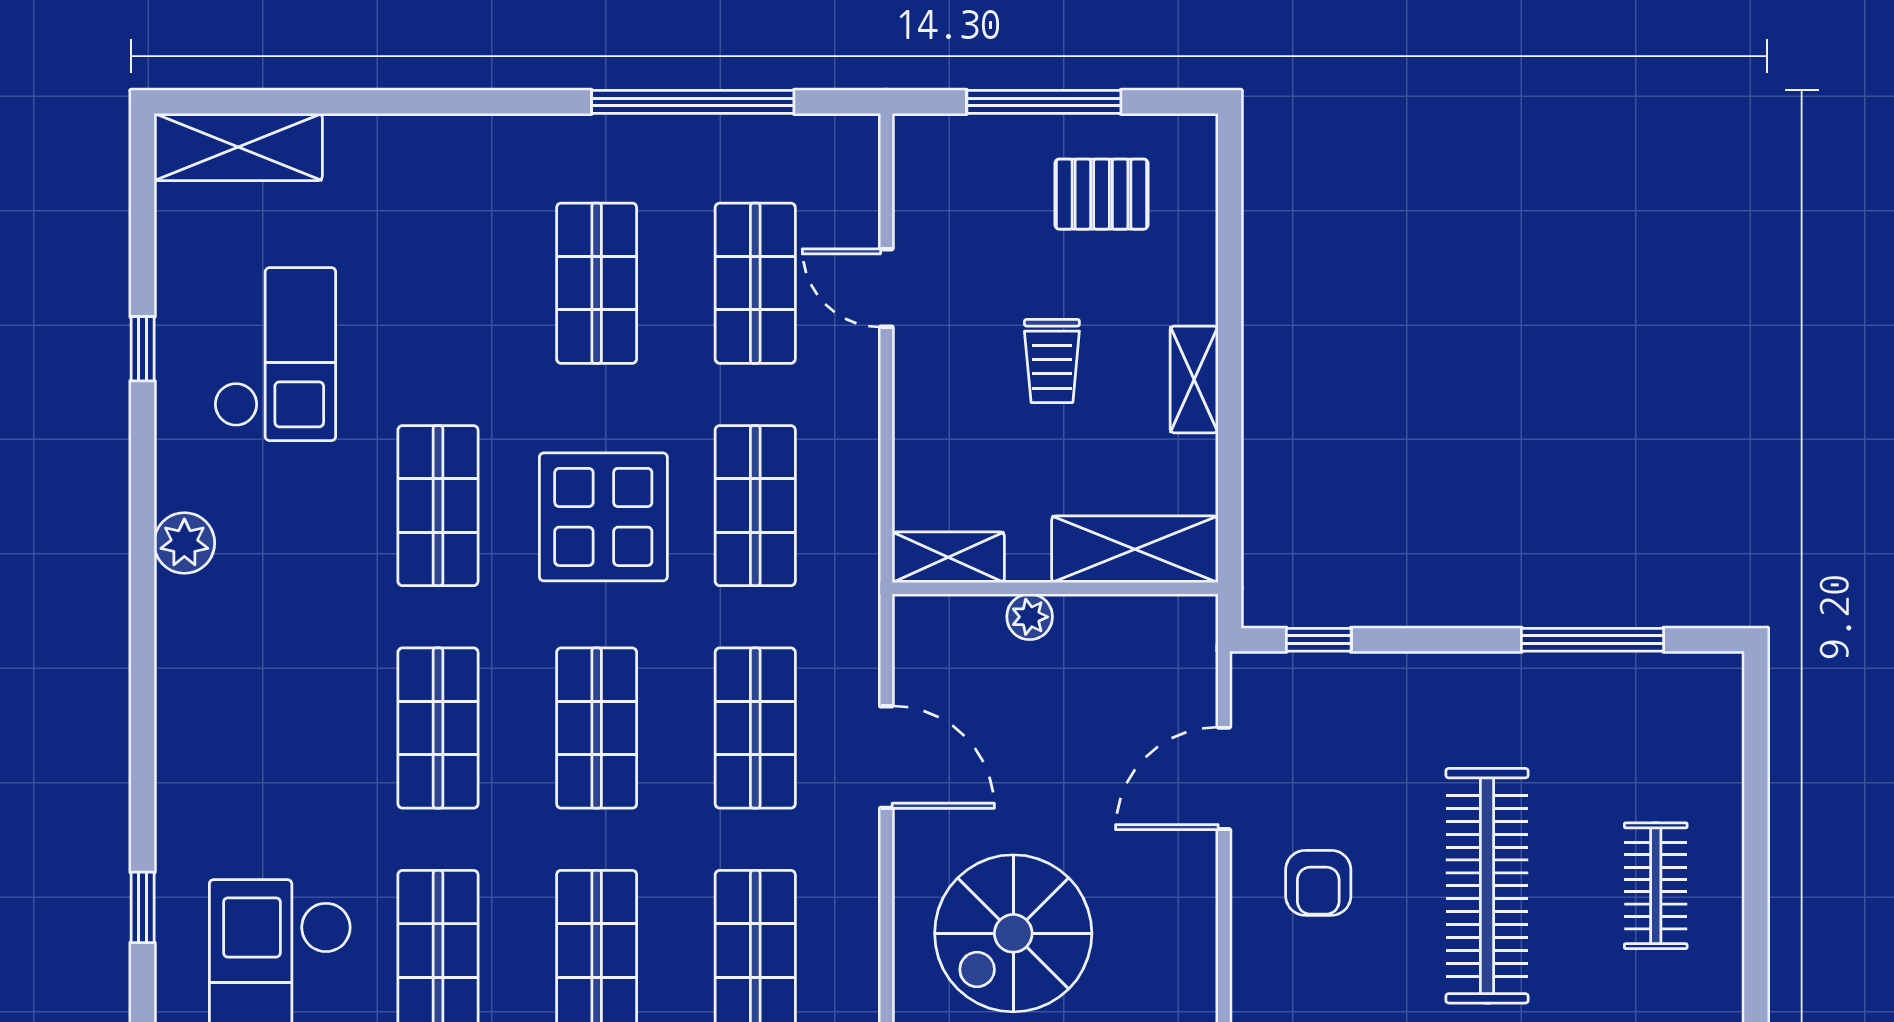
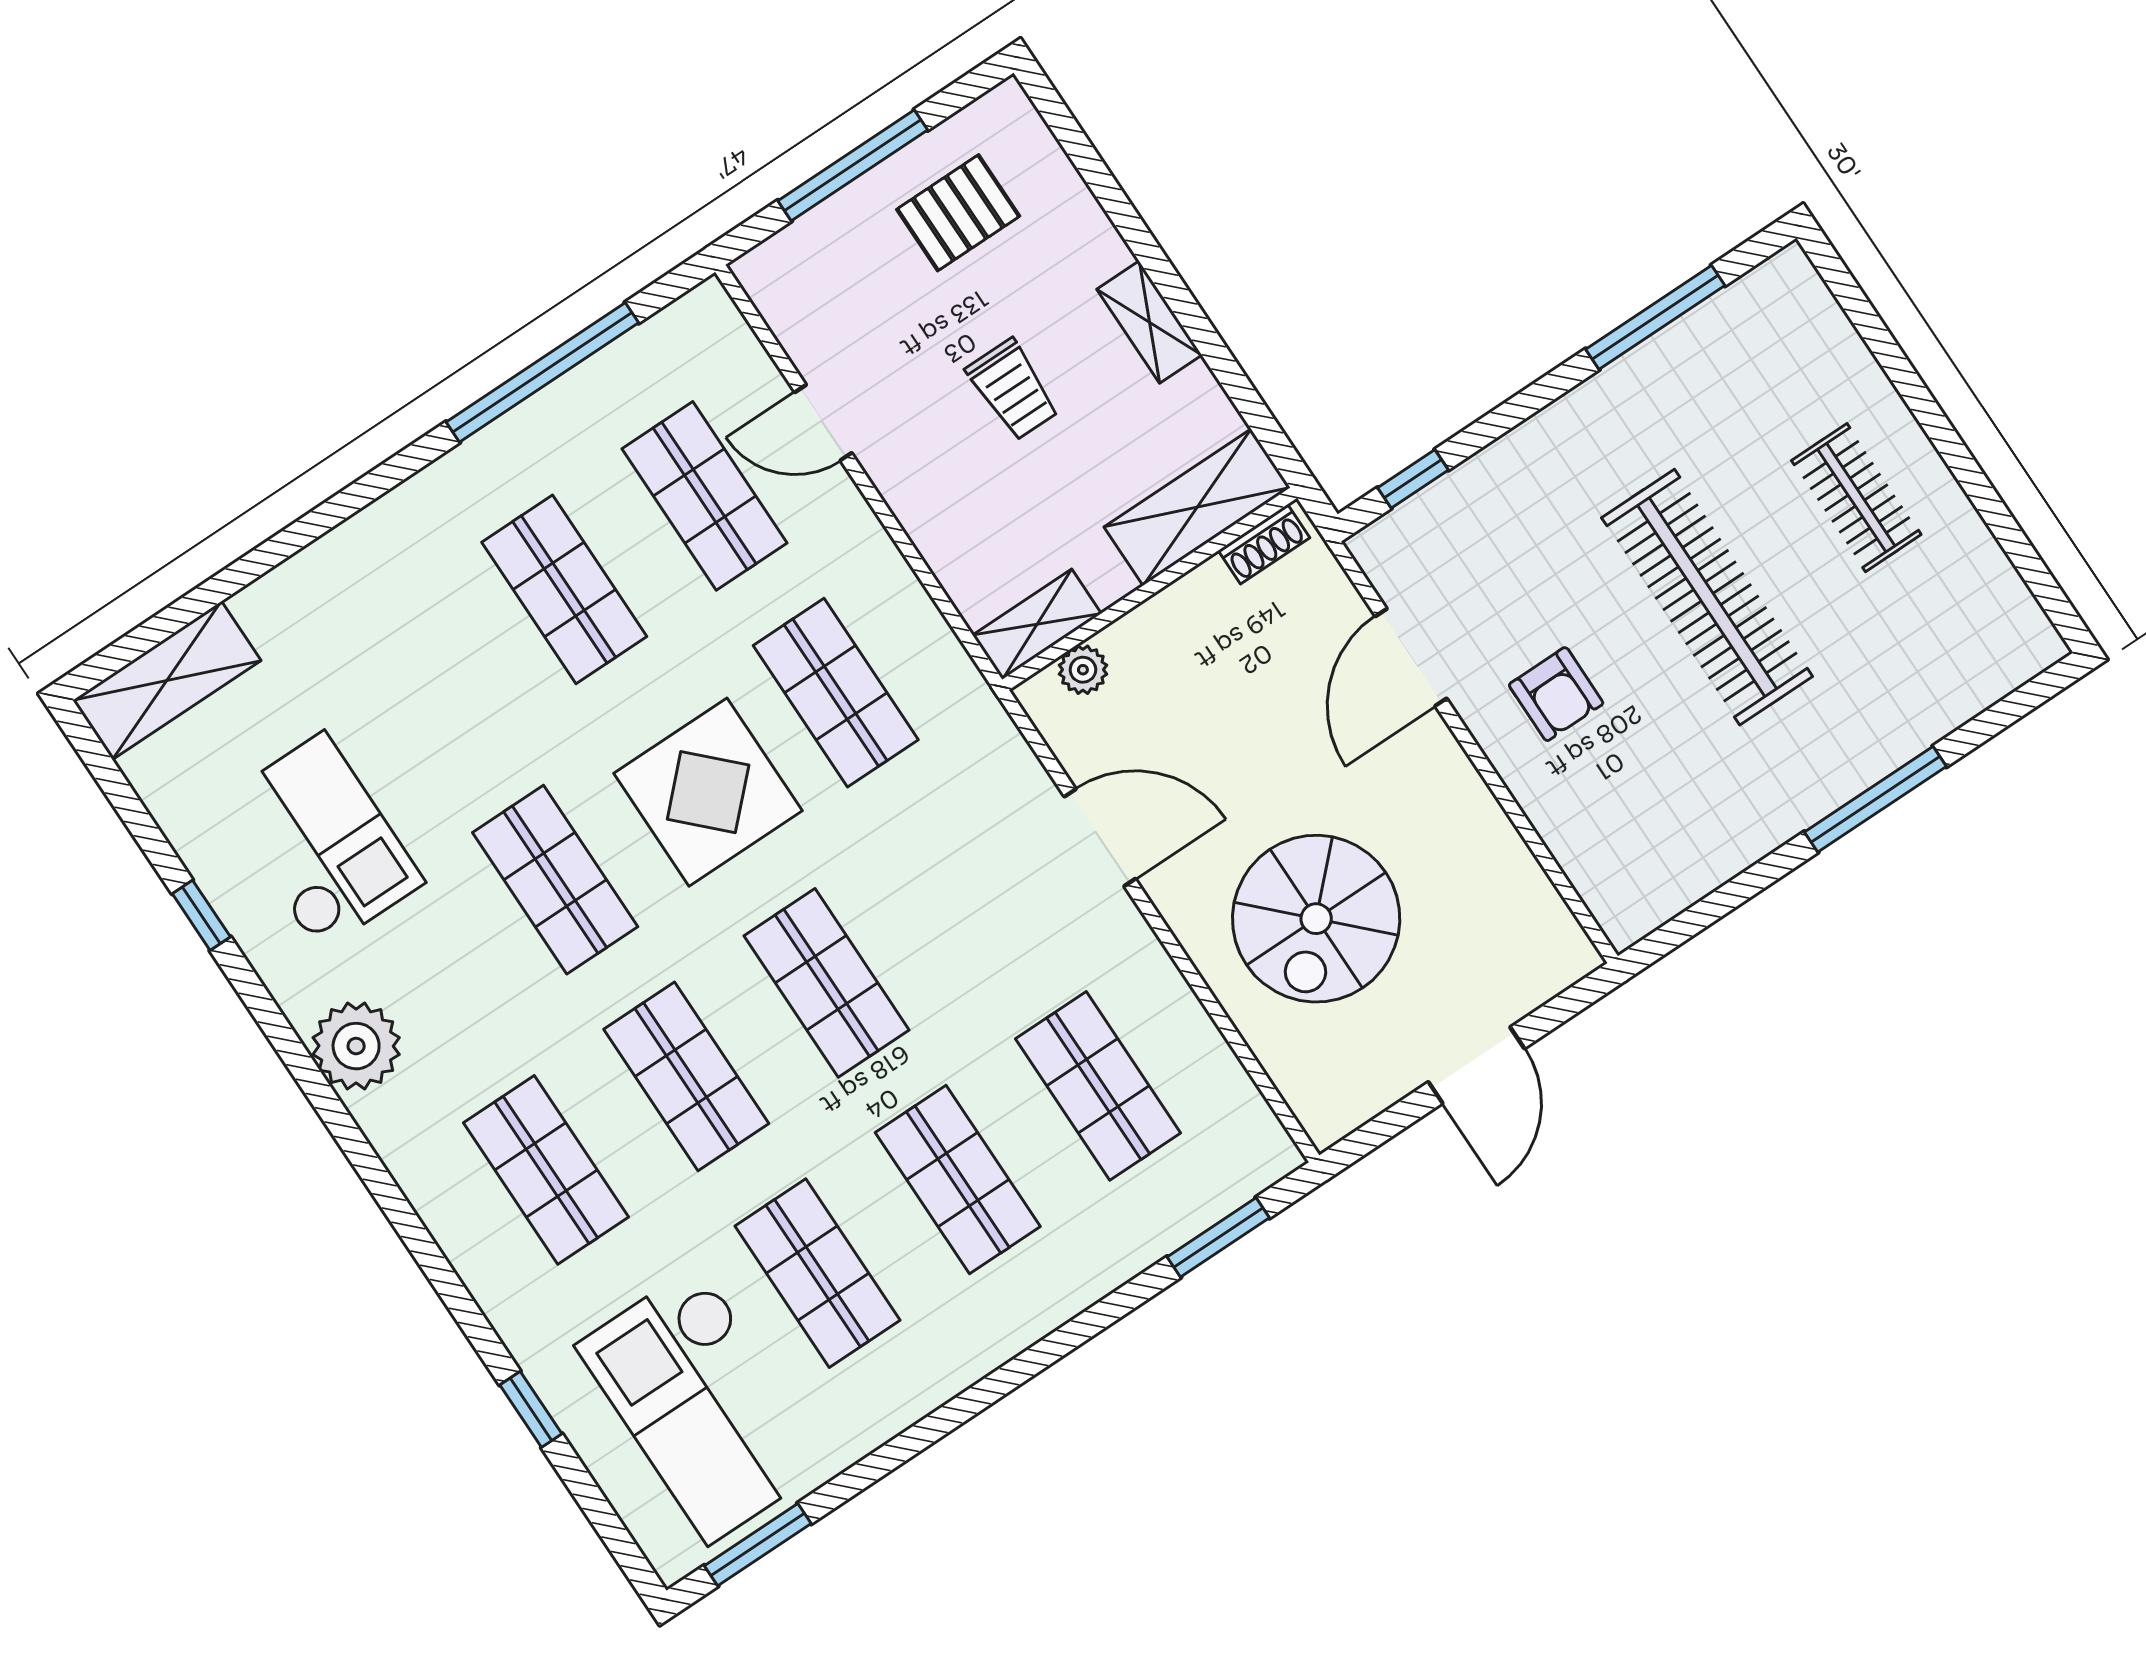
plant: (184, 543) -> (356, 1046), width x1.36, depth x1.36
shoe rack: (1168, 613) -> (1264, 544), added
plant: (1030, 617) -> (1083, 670), moved
shop shelf: (755, 728) -> (546, 1170), moved

